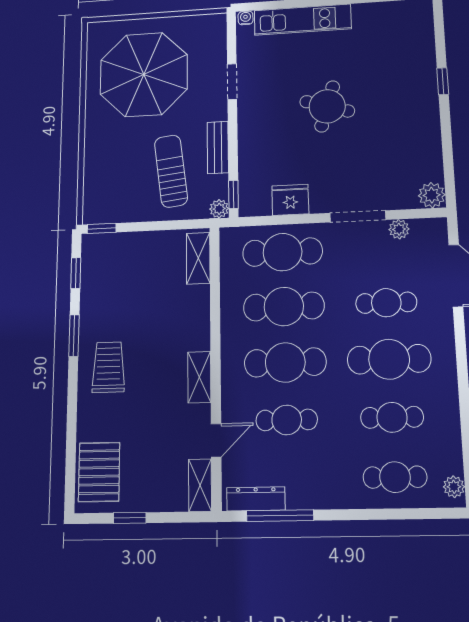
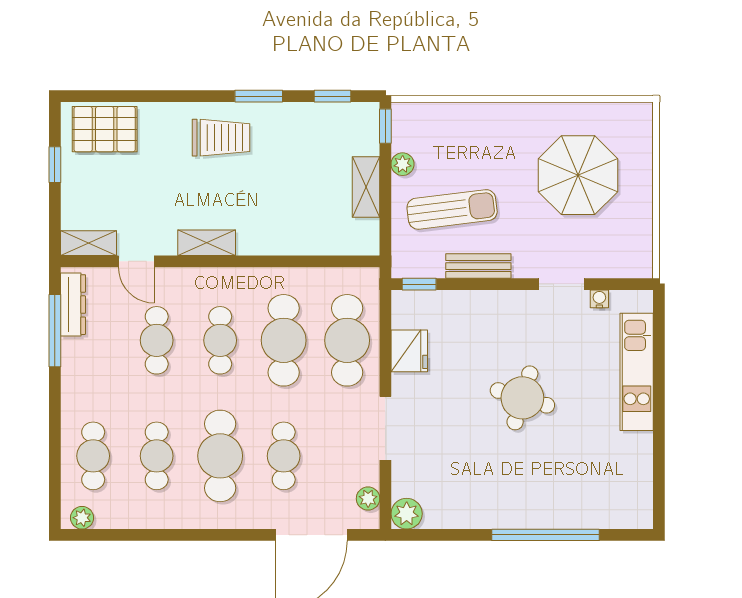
water cooler: (246, 18) -> (599, 299), moved, turned -90
parasol: (144, 74) -> (578, 175), width x0.73, depth x0.73
window: (443, 81) -> (546, 535), width x3.17
plant: (219, 209) -> (403, 164), moved
plant: (399, 229) -> (368, 499), moved
shelving: (198, 258) -> (366, 187), moved, turned 90
cafe table: (285, 362) -> (220, 340), width x0.73, depth x0.74

